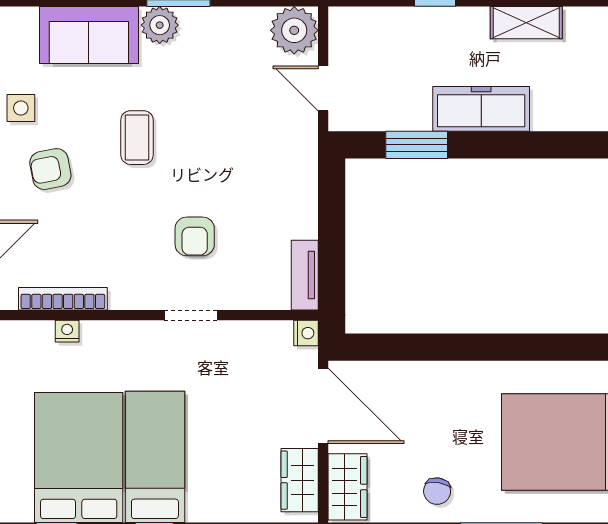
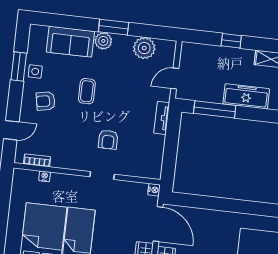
plant: (294, 30) -> (144, 48), moved
door: (323, 88) -> (175, 79), hinge flipped
window: (417, 145) -> (215, 109), width x1.44
tv unit: (305, 275) -> (162, 118), moved
bookcase: (63, 299) -> (37, 160), width x0.64

